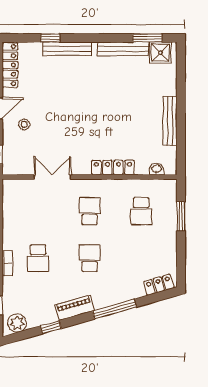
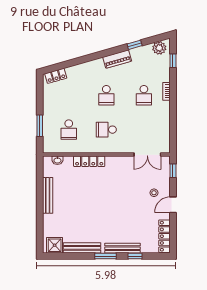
window: (147, 38) -> (105, 256), moved
double door: (52, 177) -> (147, 155), moved
school desk: (90, 211) -> (106, 130), turned 90
school desk: (141, 211) -> (69, 130), turned 180
school desk: (38, 258) -> (144, 95), turned 180
window: (115, 309) -> (88, 58), removed

